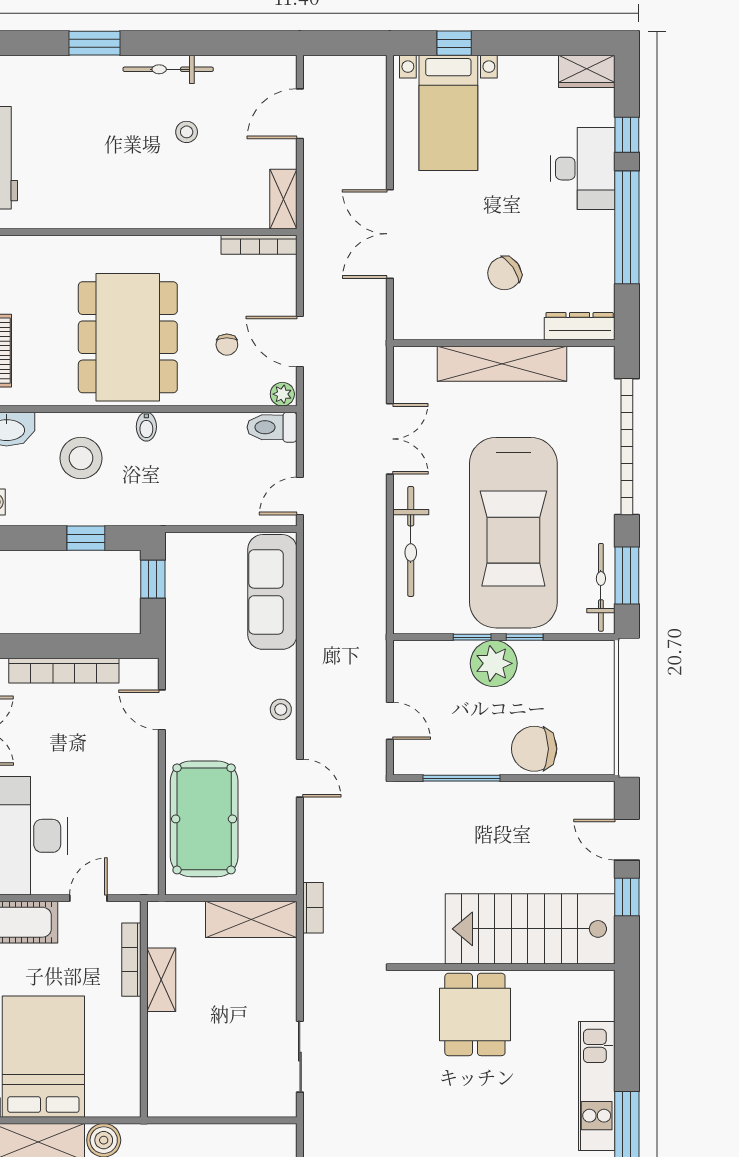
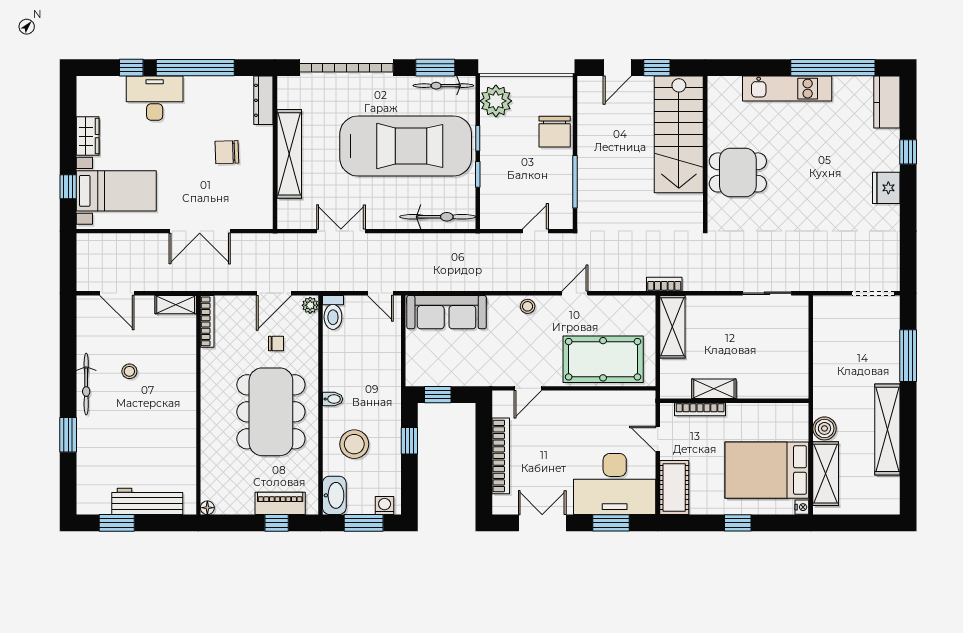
wardrobe: (587, 71) -> (88, 136), moved
chair: (504, 273) -> (227, 152), turned 123
dining table: (128, 337) -> (271, 412), turned 90
bicycle: (411, 541) -> (438, 217), moved
plant: (494, 663) -> (496, 101), moved

